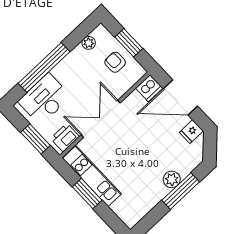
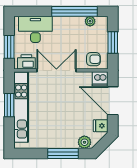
armchair: (115, 62) -> (93, 59), moved, turned 90
window: (44, 68) -> (75, 11), moved
kitchen unit: (92, 176) -> (21, 107), width x1.36
plant: (172, 179) -> (84, 142), moved

